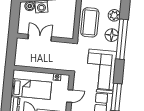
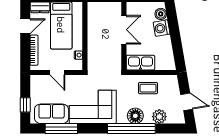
coffee table: (90, 22) -> (148, 88), width x0.54, depth x0.58
kitchen sink: (68, 27) -> (140, 63), added

